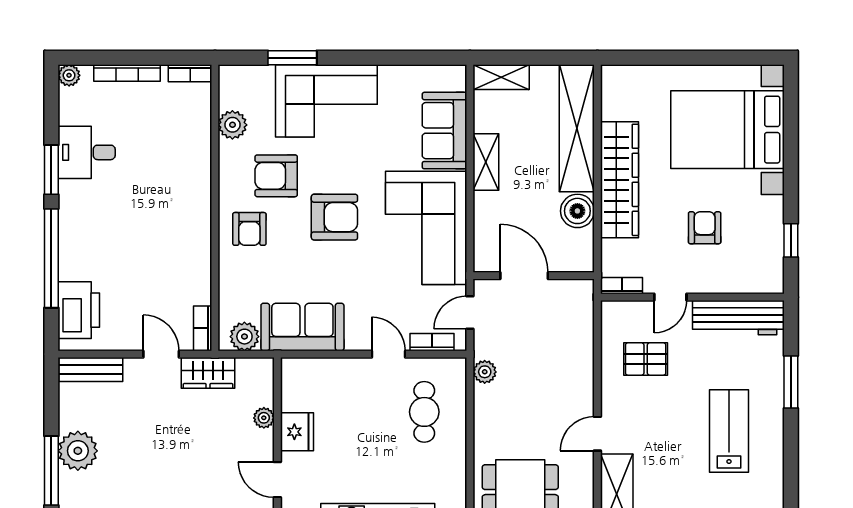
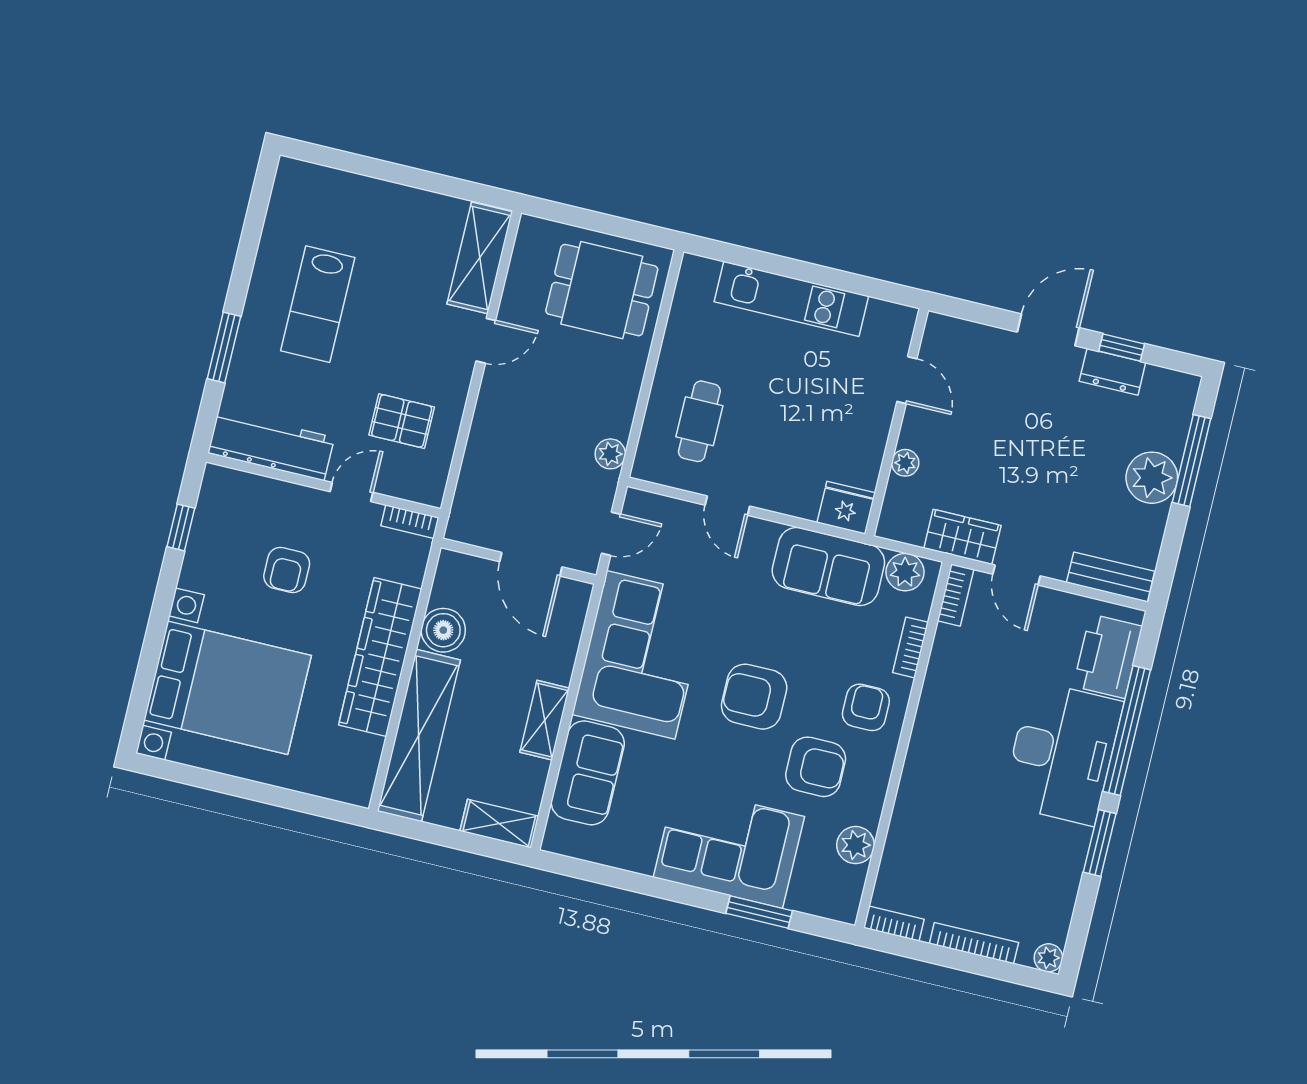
desk: (87, 152) -> (1062, 753), moved, width x1.87, depth x1.30
bookcase: (432, 342) -> (910, 647), moved, turned 90
fridge: (297, 432) -> (846, 508), moved, turned 90

